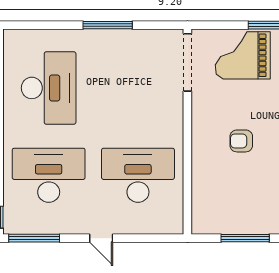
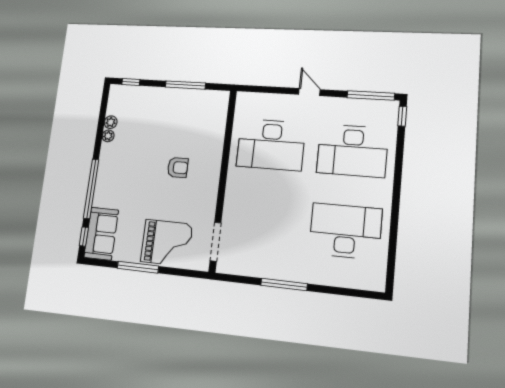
doorway: (187, 62) -> (216, 242), width x0.73
desk: (49, 88) -> (345, 231), turned 90

